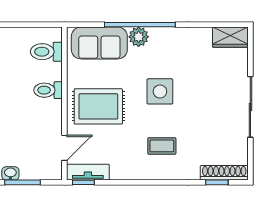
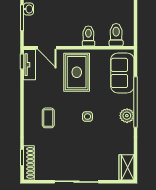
plant: (139, 37) -> (127, 116), moved
side table: (160, 91) -> (87, 117), width x0.54, depth x0.54

